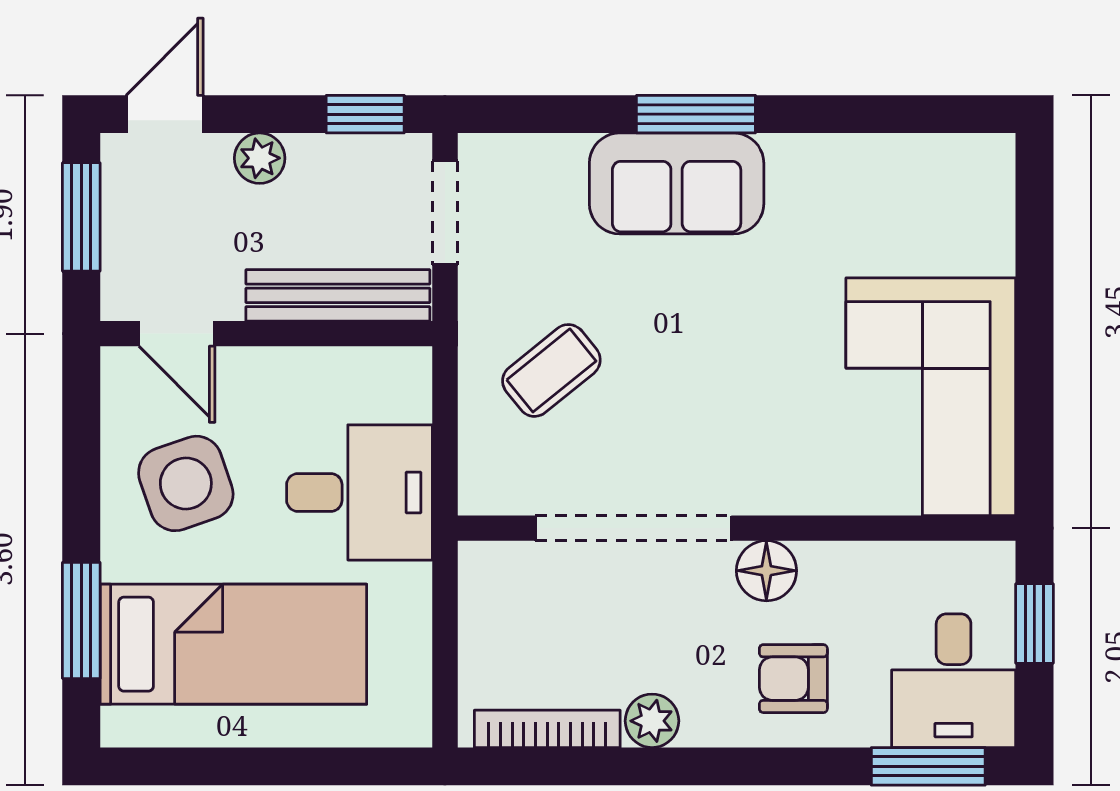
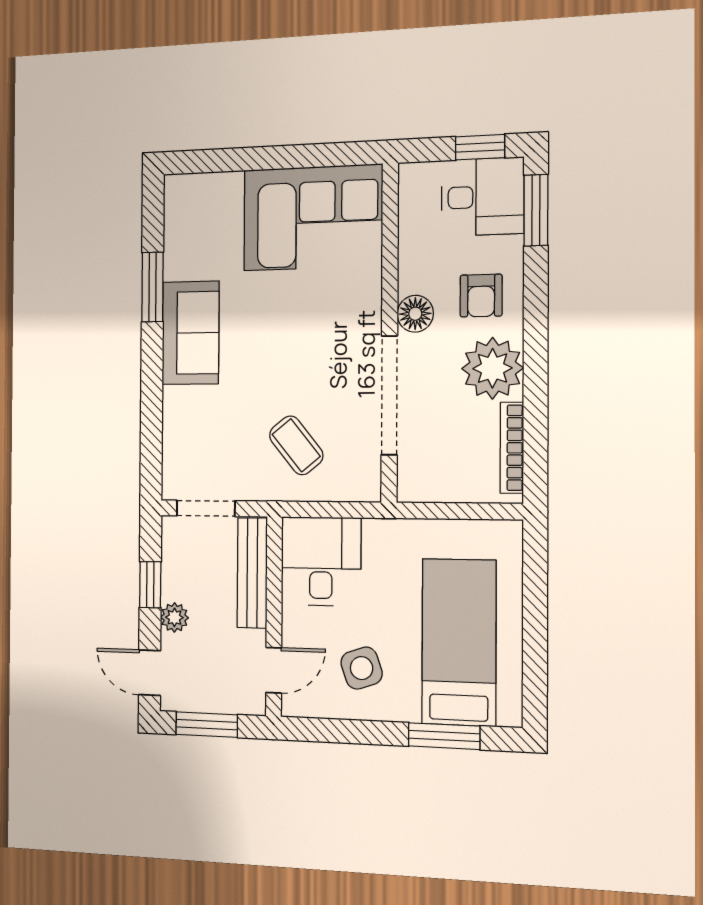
window: (365, 114) -> (150, 585), moved
window: (696, 114) -> (152, 287), moved
sofa: (677, 183) -> (191, 333), moved
side table: (186, 483) -> (362, 668), width x0.73, depth x0.73
desk: (360, 492) -> (321, 561), moved
window: (1034, 623) -> (480, 147), moved
plant: (652, 721) -> (492, 368), width x1.88, depth x1.88

